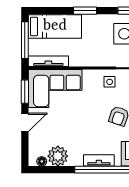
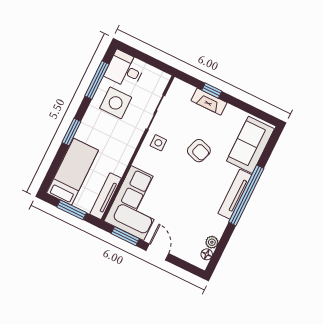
window: (25, 40) -> (72, 210), width x0.69
plant: (58, 156) -> (212, 242), width x0.53, depth x0.53
tv unit: (99, 160) -> (235, 194), width x1.41

